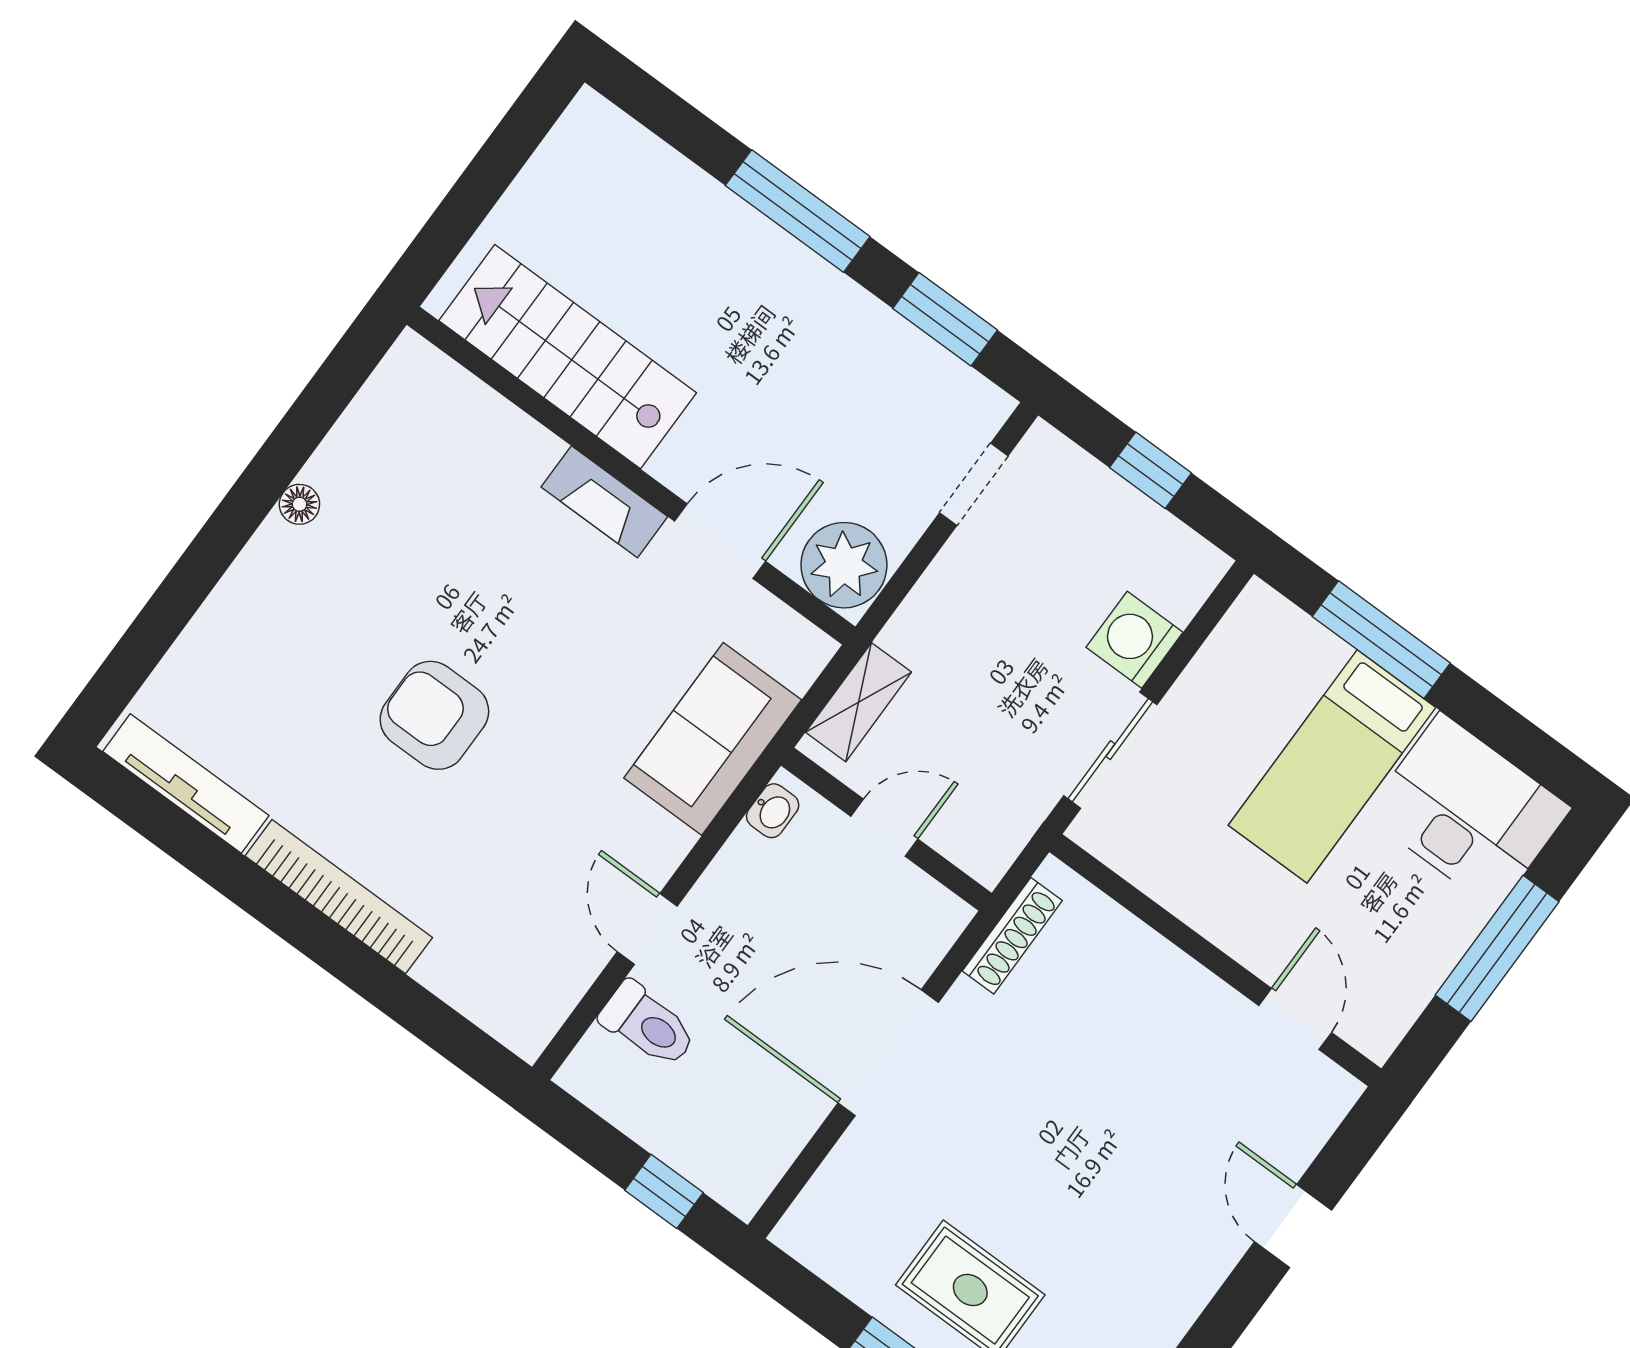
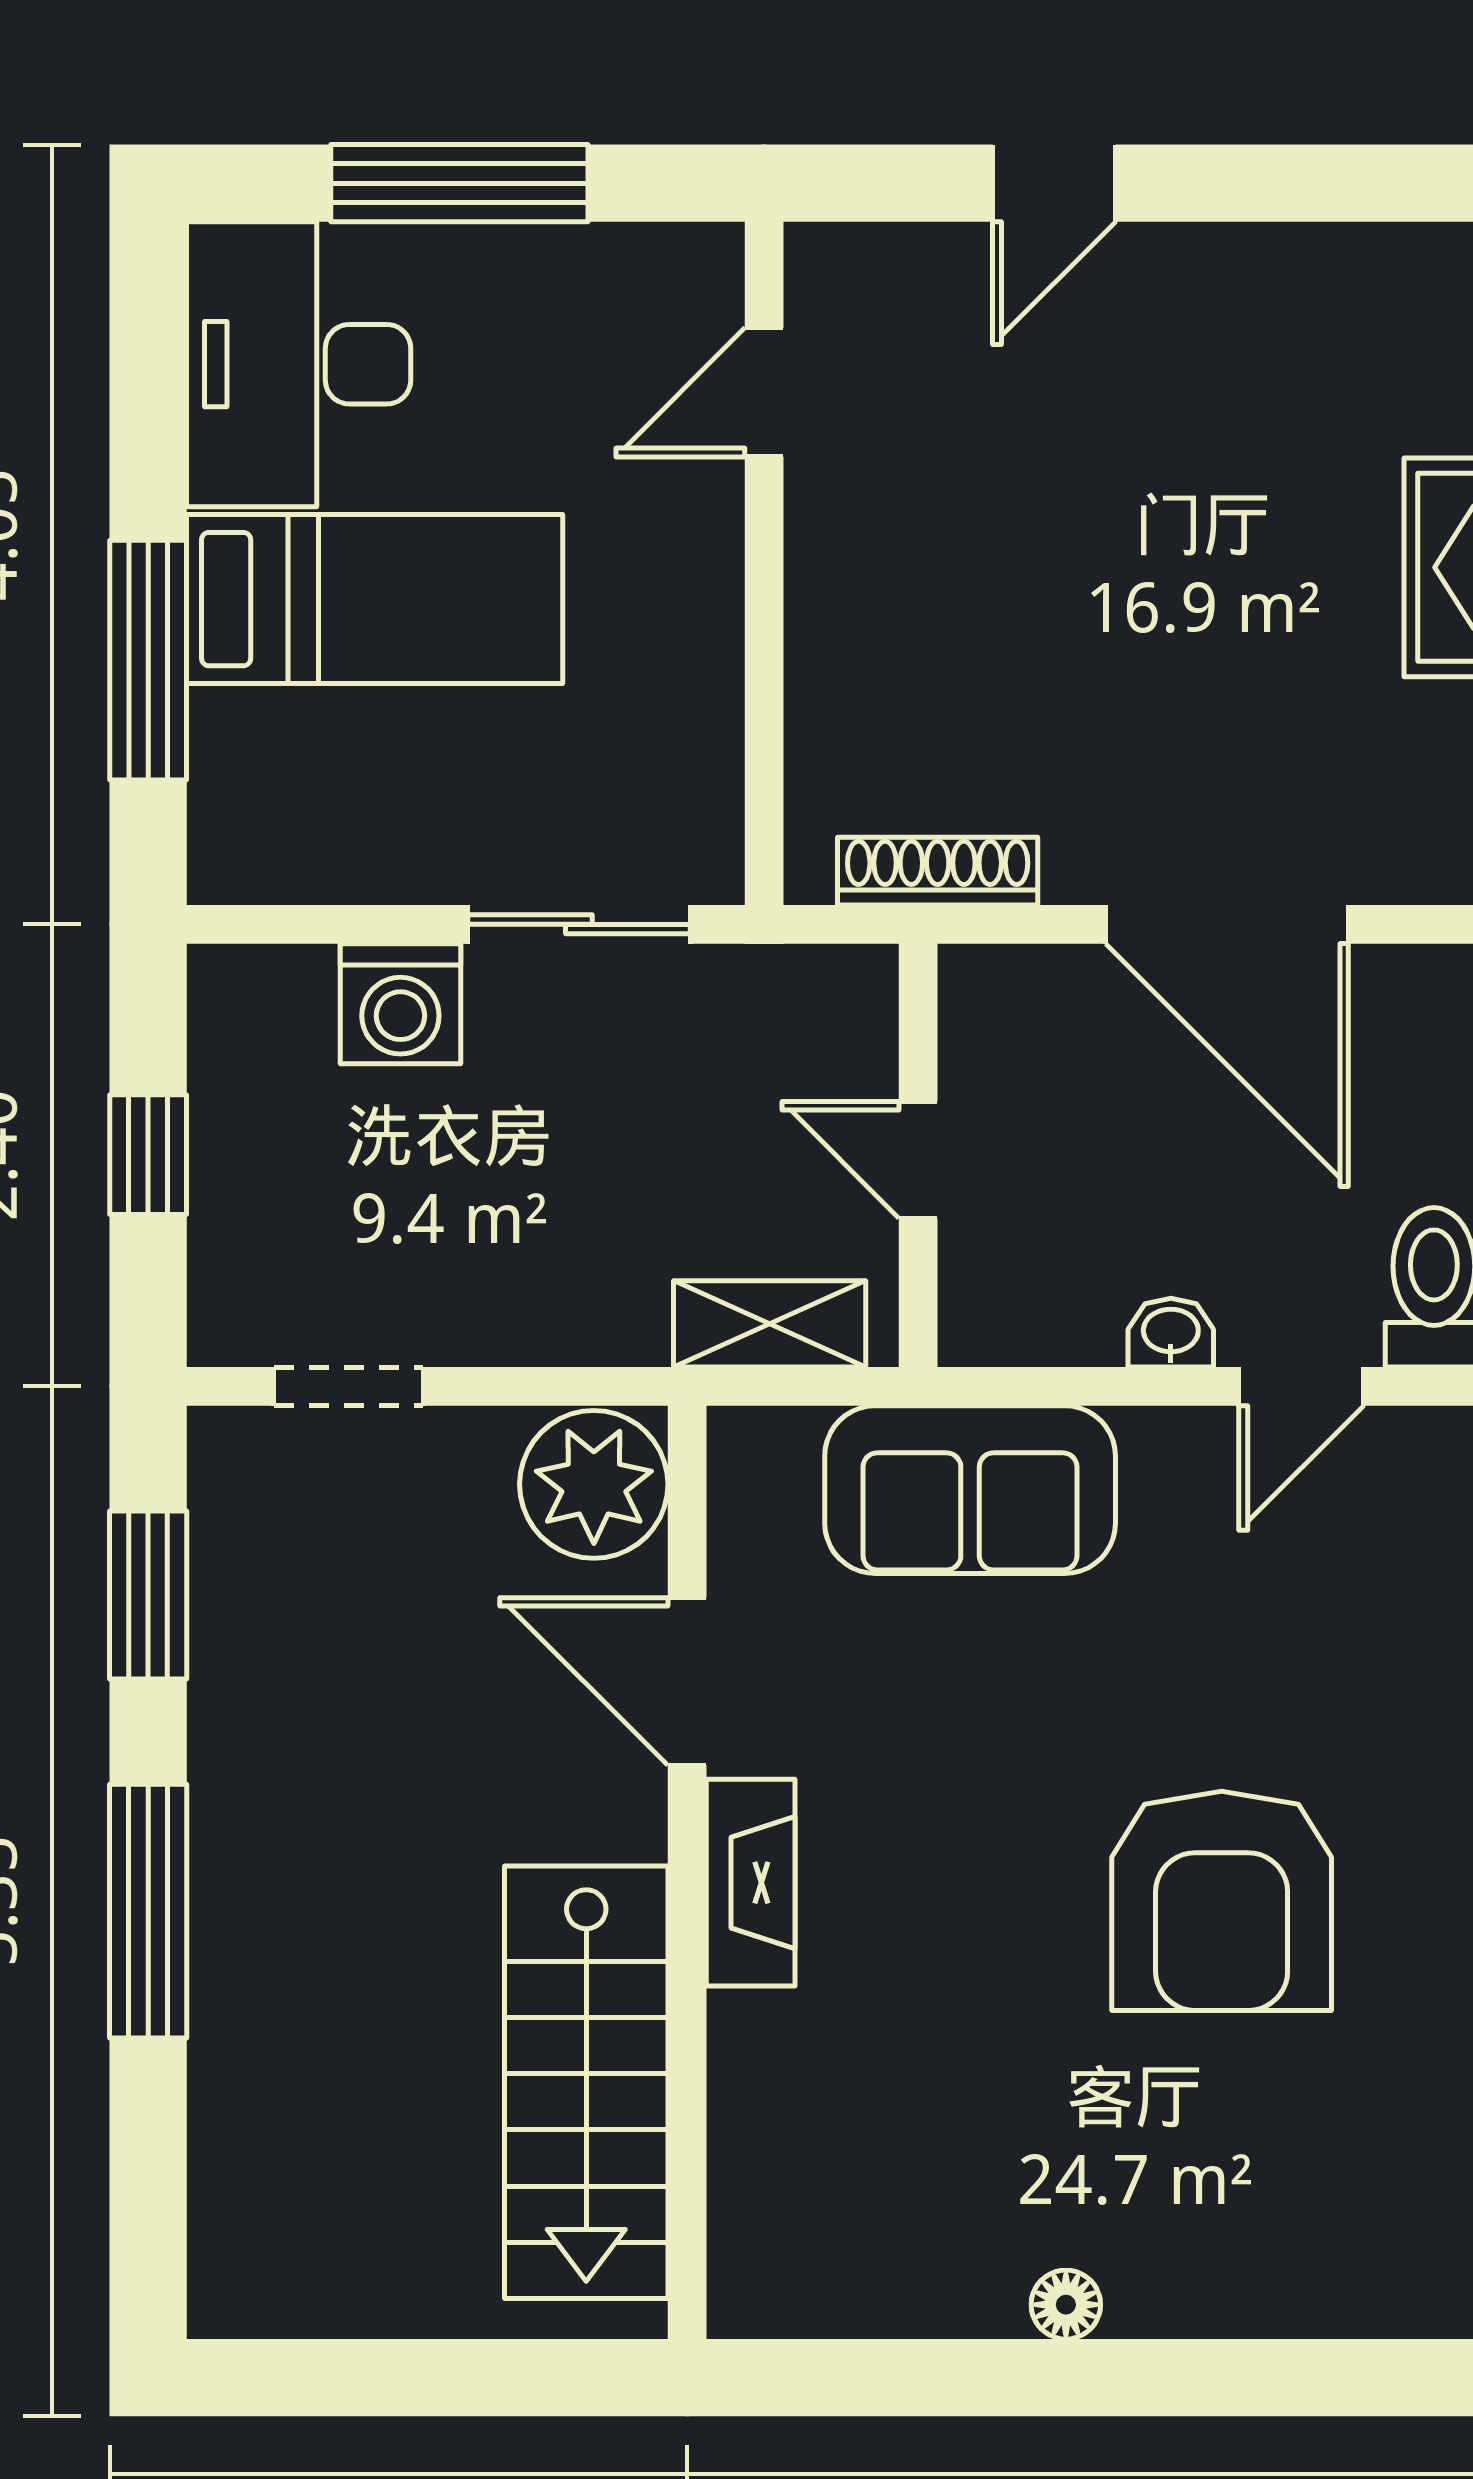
armchair: (434, 715) -> (1222, 1901), width x1.36, depth x1.36
washbasin: (773, 811) -> (1171, 1333), moved

